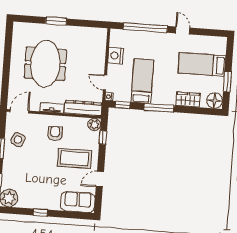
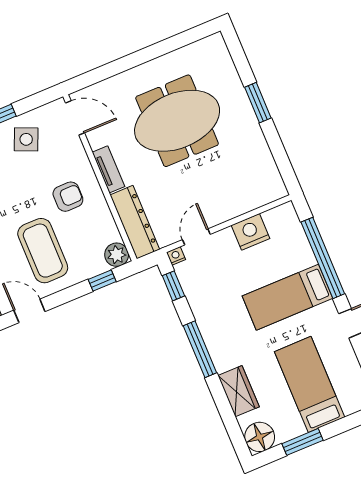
bed: (142, 81) -> (287, 297), moved, turned 180

